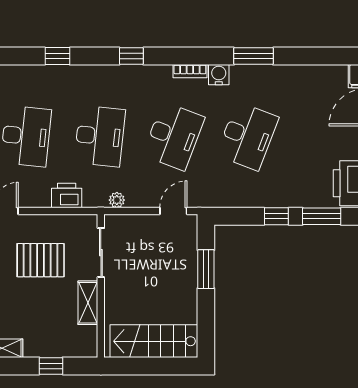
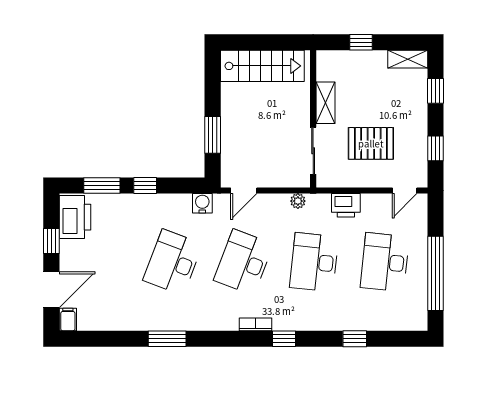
bookcase: (190, 71) -> (255, 324), moved
water cooler: (219, 75) -> (202, 203), moved, turned 180

